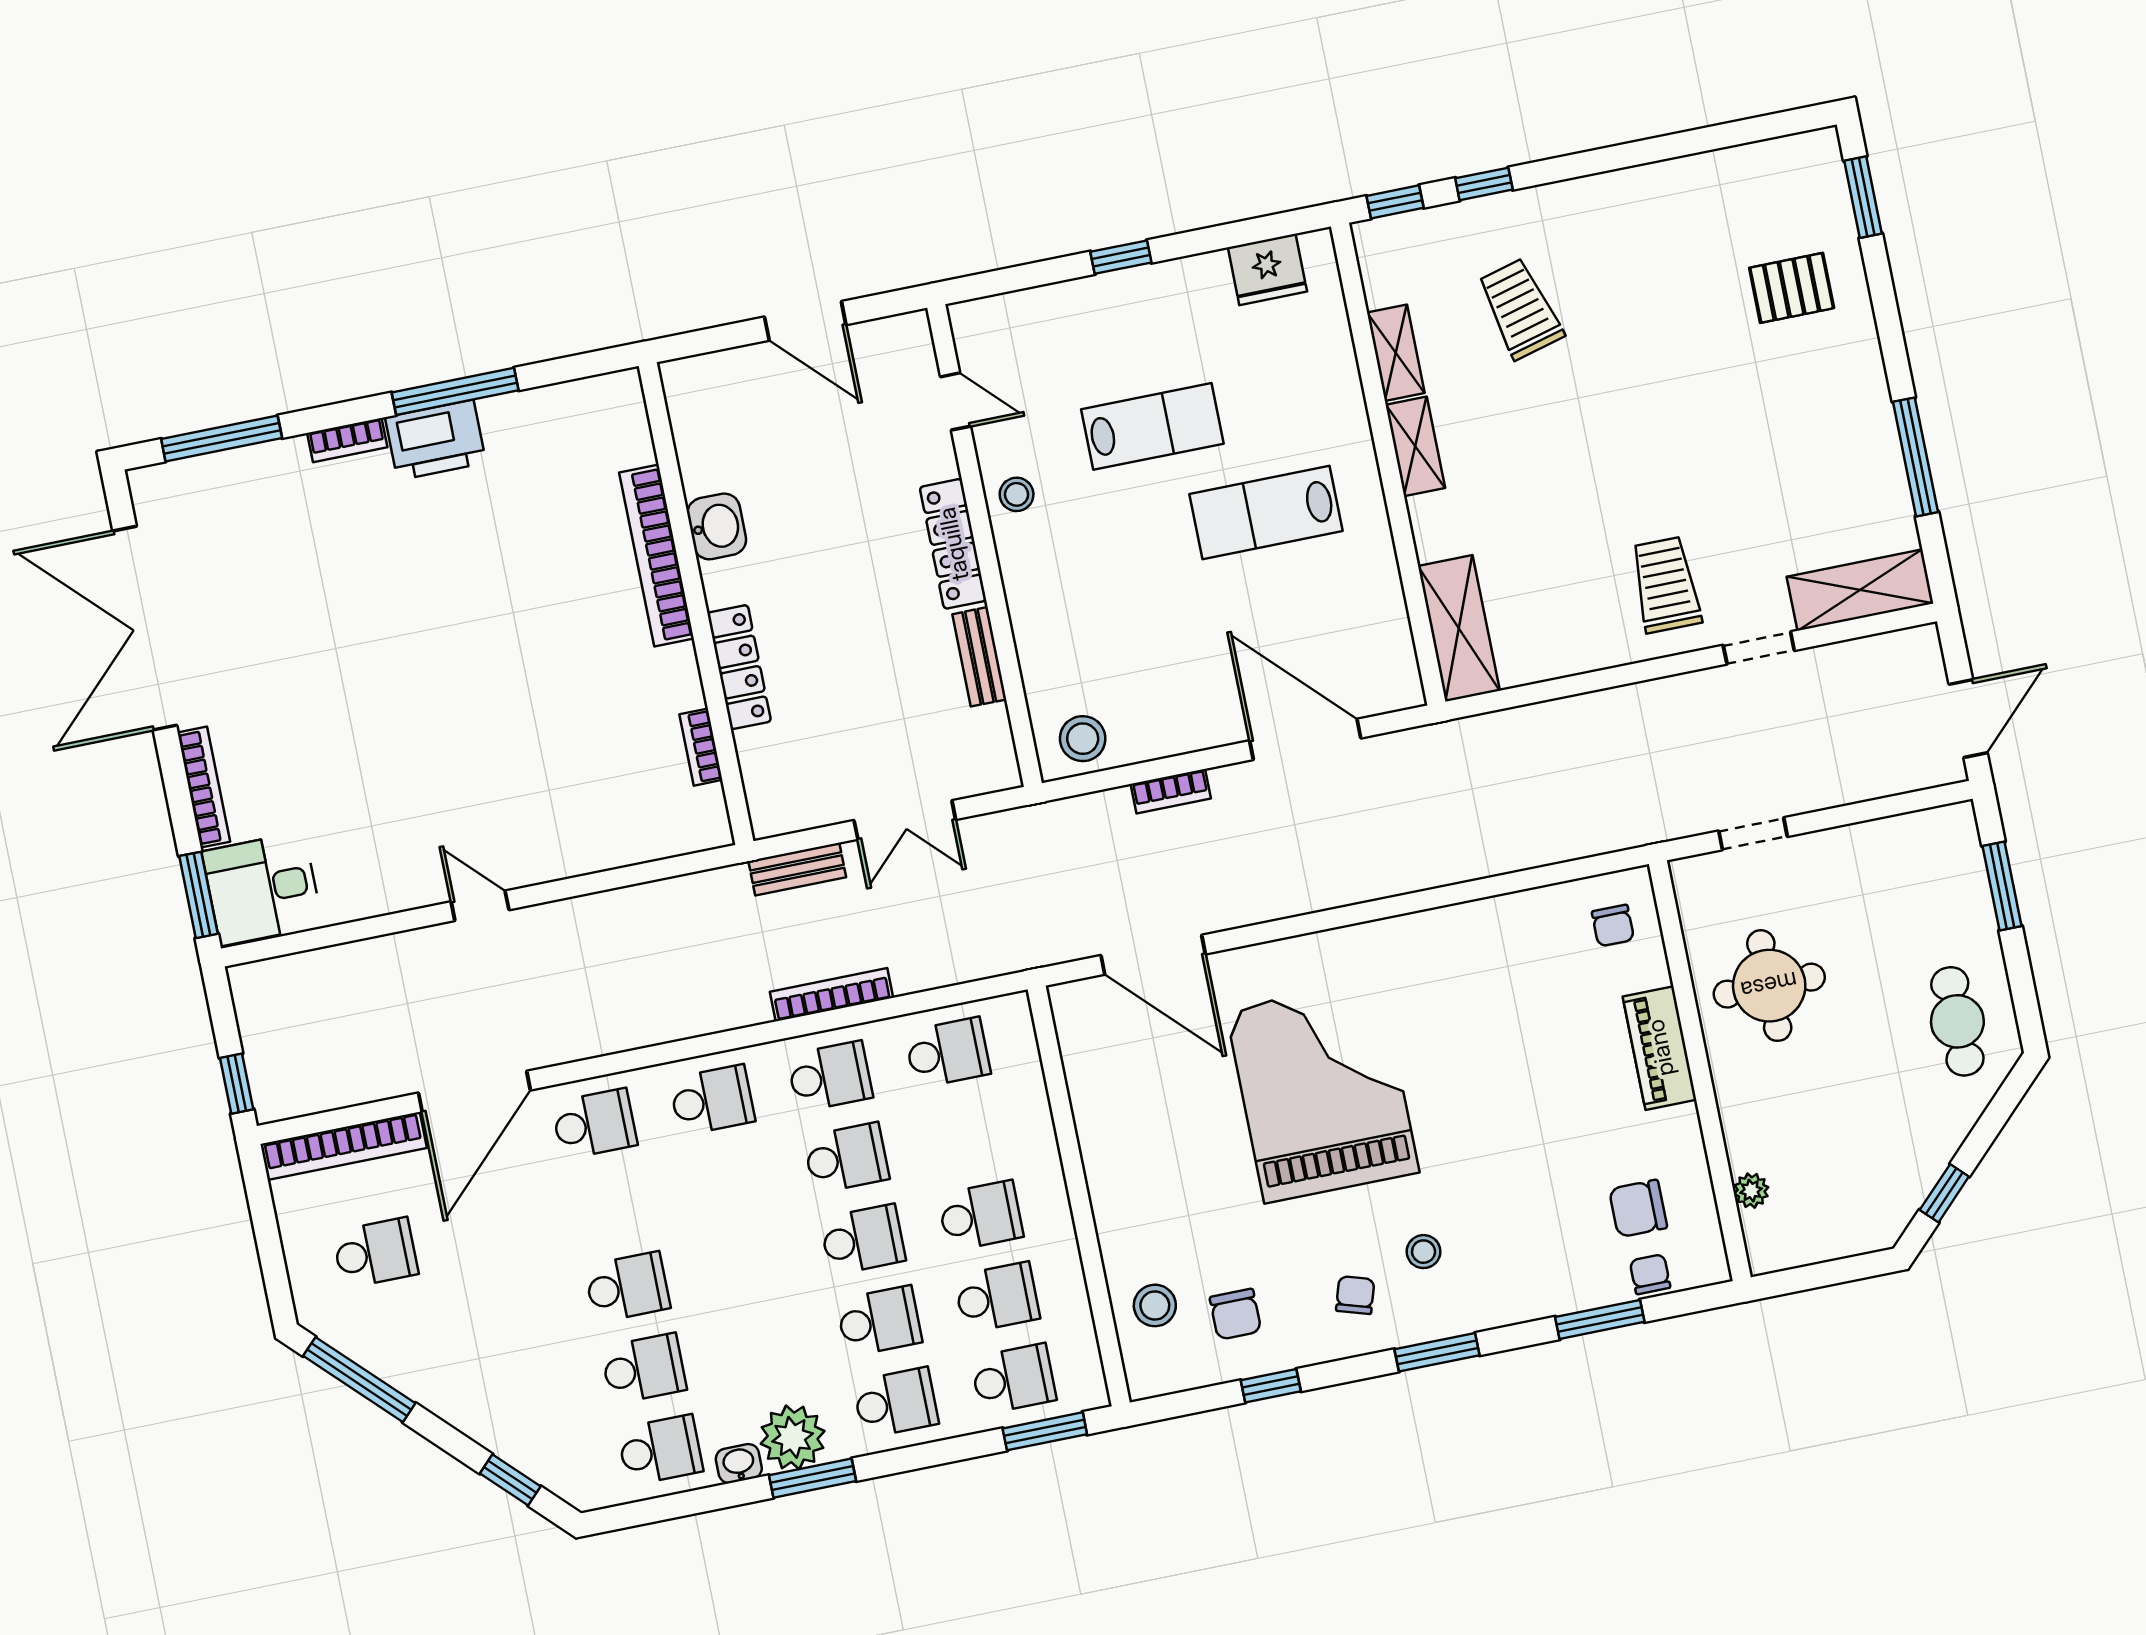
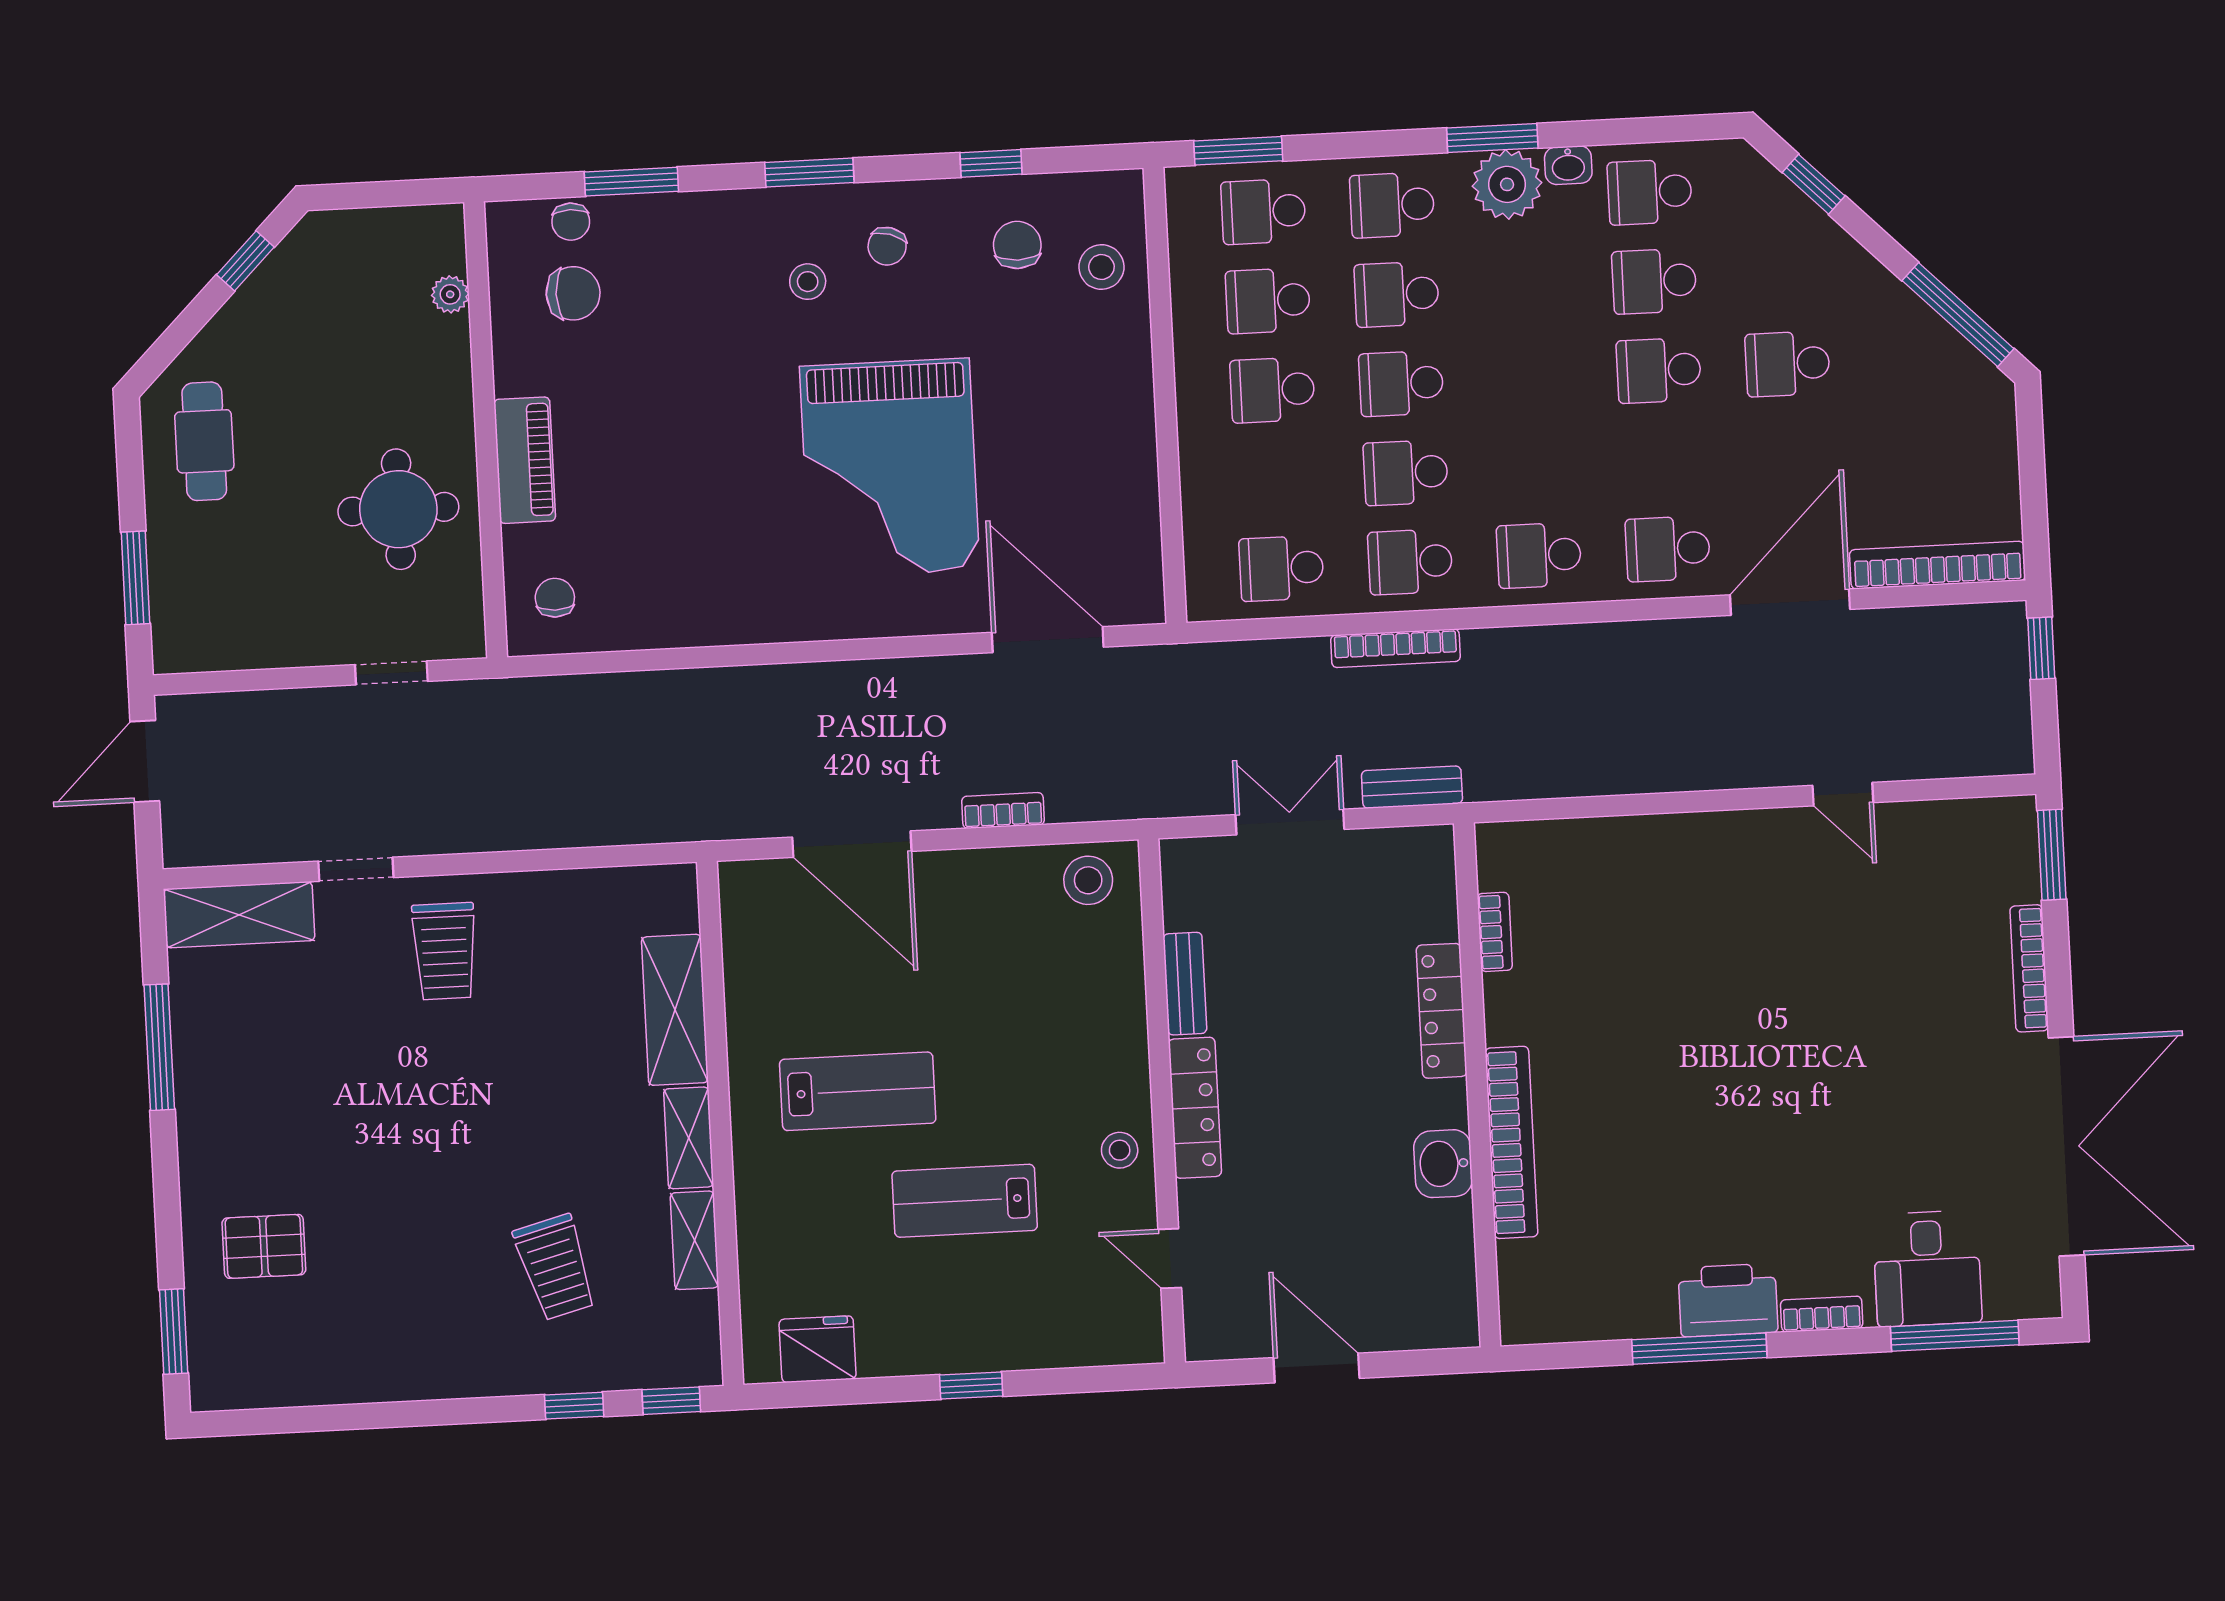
shelving: (1459, 628) -> (675, 1010), moved
desk: (262, 889) -> (1927, 1269), moved, turned 90
door: (480, 906) -> (1843, 794), moved
school desk: (375, 1253) -> (1788, 364), moved

